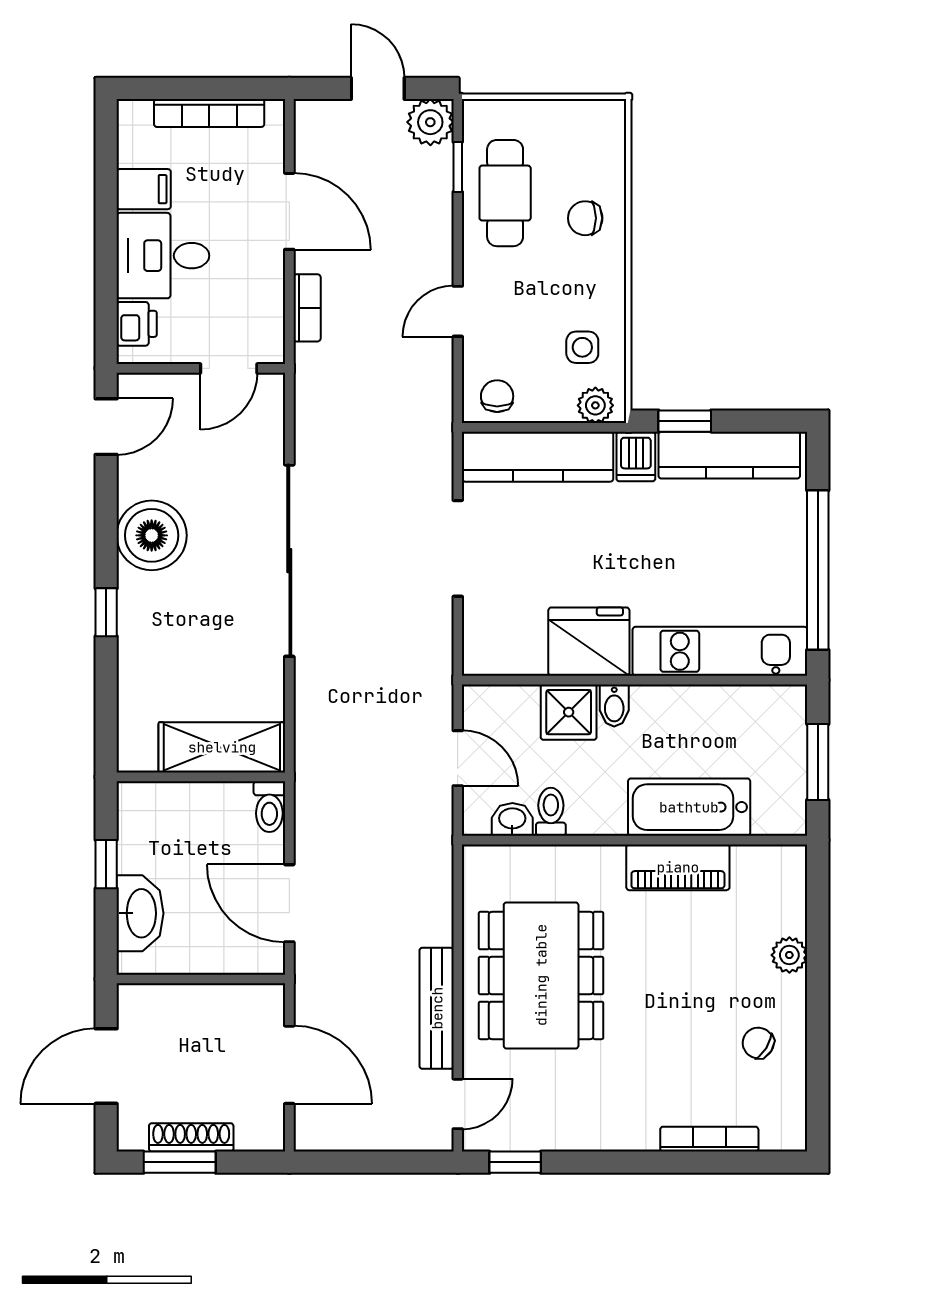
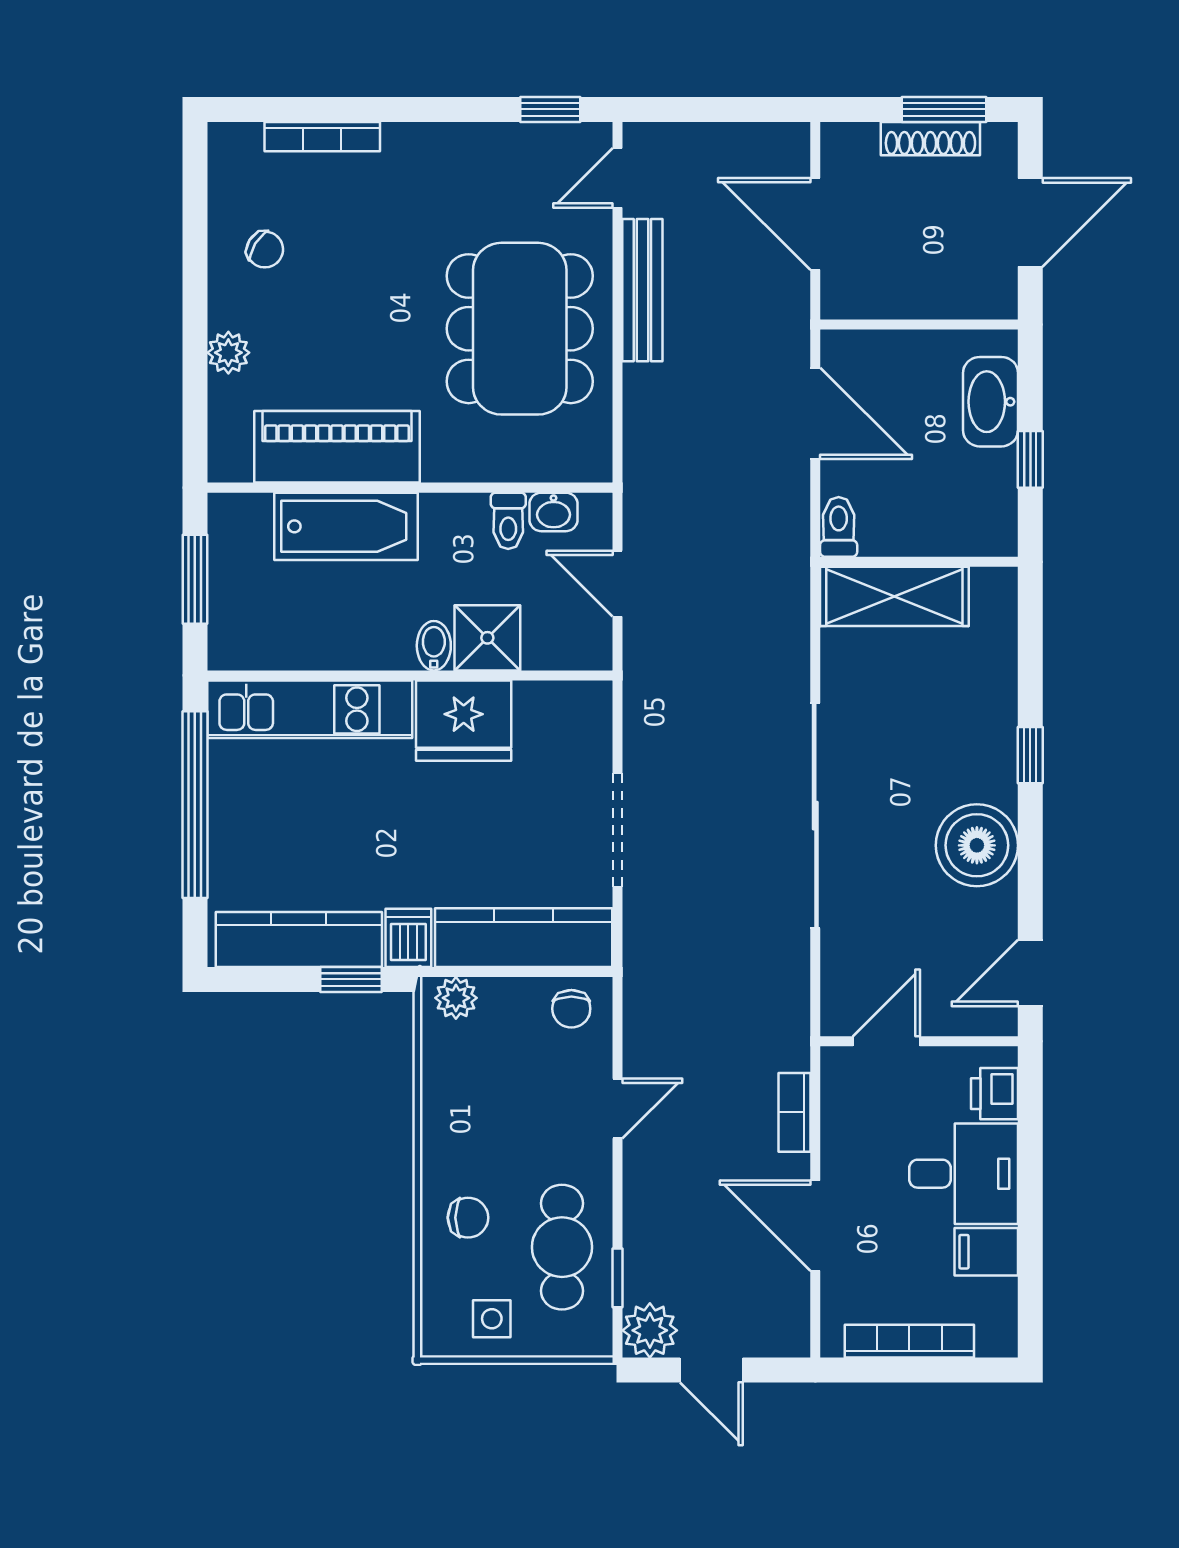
side table: (582, 347) -> (492, 1319), moved
piano: (678, 867) -> (337, 447), width x1.37, depth x1.33

